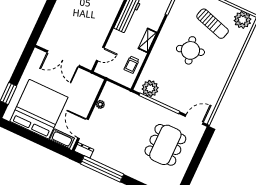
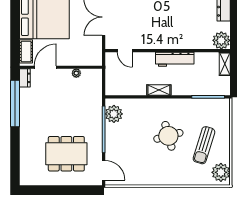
trolley: (132, 65) -> (128, 86), removed

